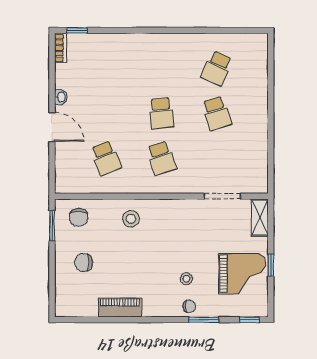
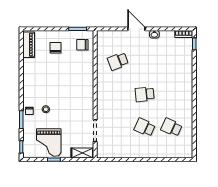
school desk: (217, 113) -> (145, 127), turned 42
door: (52, 127) -> (136, 29), swing flipped
school desk: (161, 158) -> (118, 94), removed
stool: (131, 219) -> (82, 76), removed
piano: (120, 307) -> (29, 45), moved

